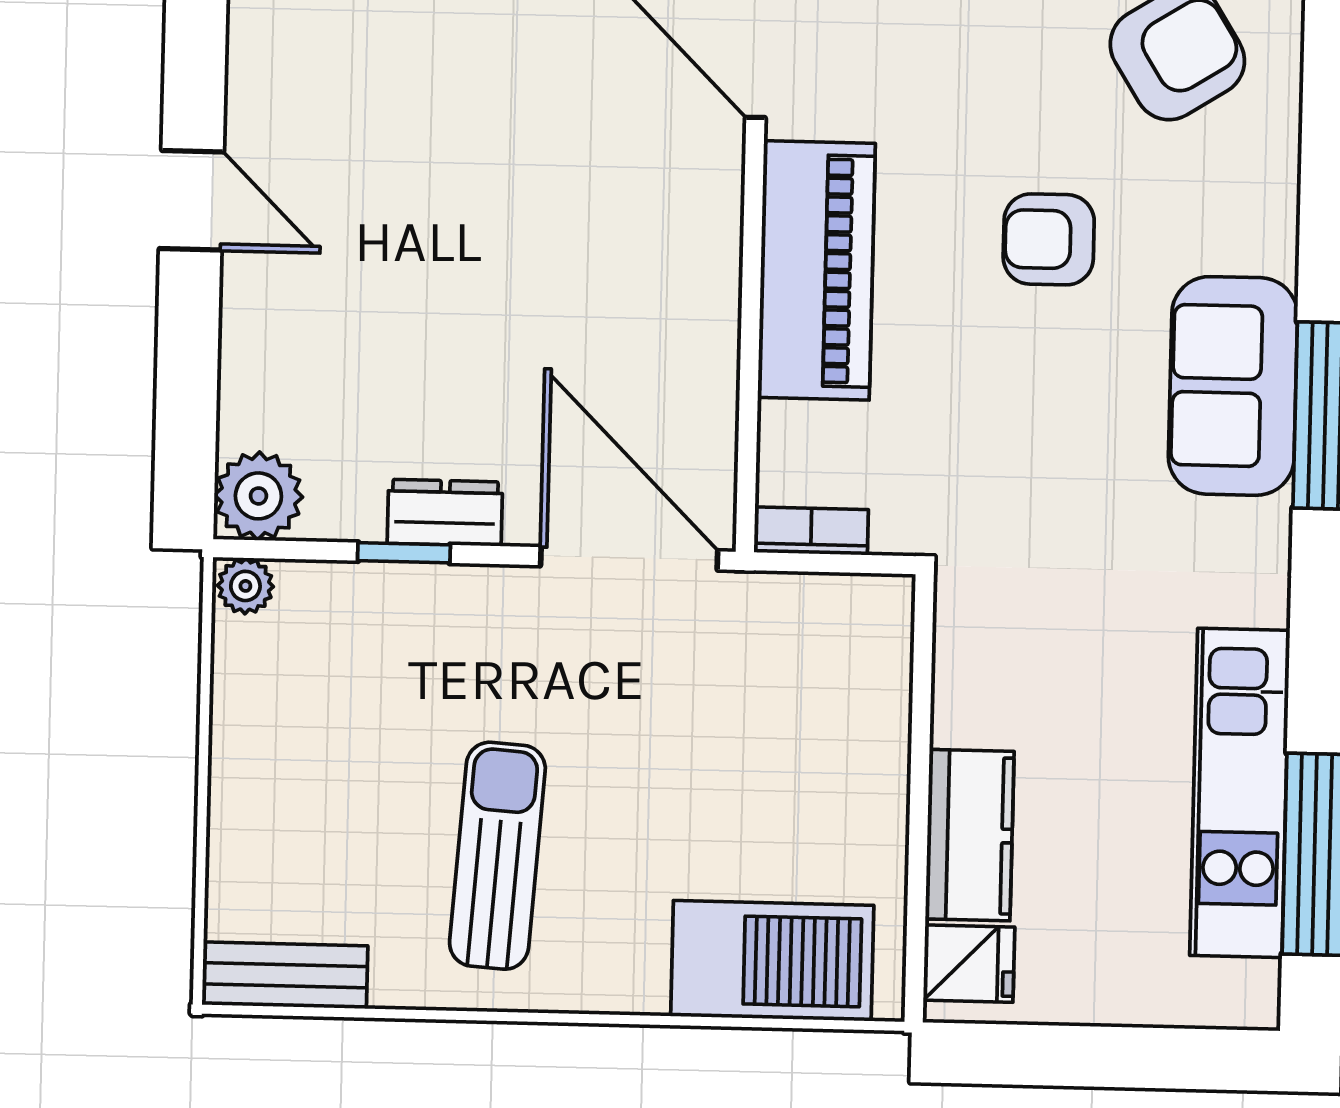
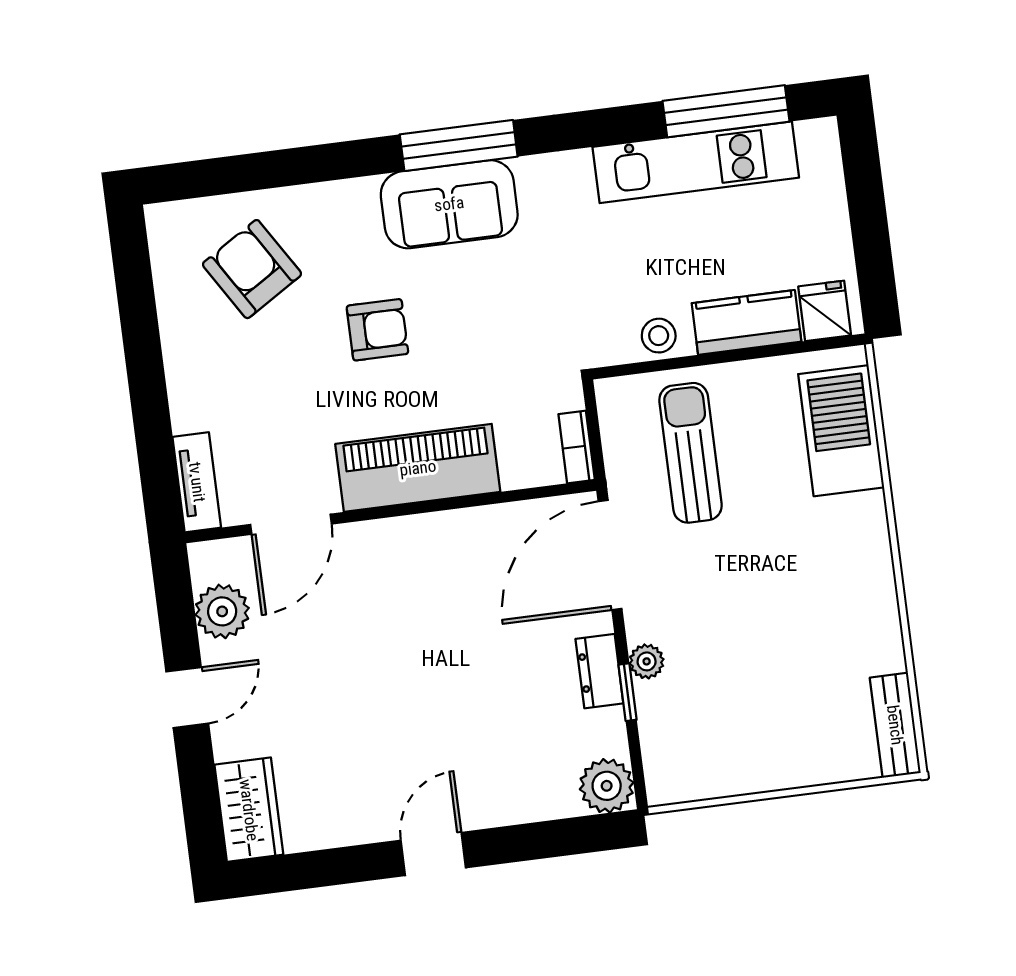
armchair: (1049, 239) -> (377, 330), turned -90
plant: (245, 586) -> (647, 661), moved
stool: (970, 691) -> (659, 336), added
sun lounger: (497, 856) -> (691, 453), moved, turned 86

